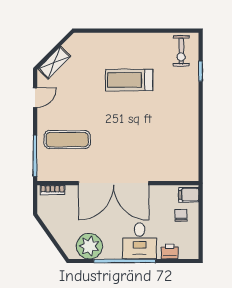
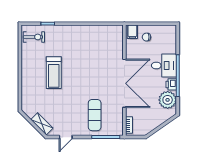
door: (35, 98) -> (66, 137), swing flipped
printer: (169, 251) -> (171, 84), moved

